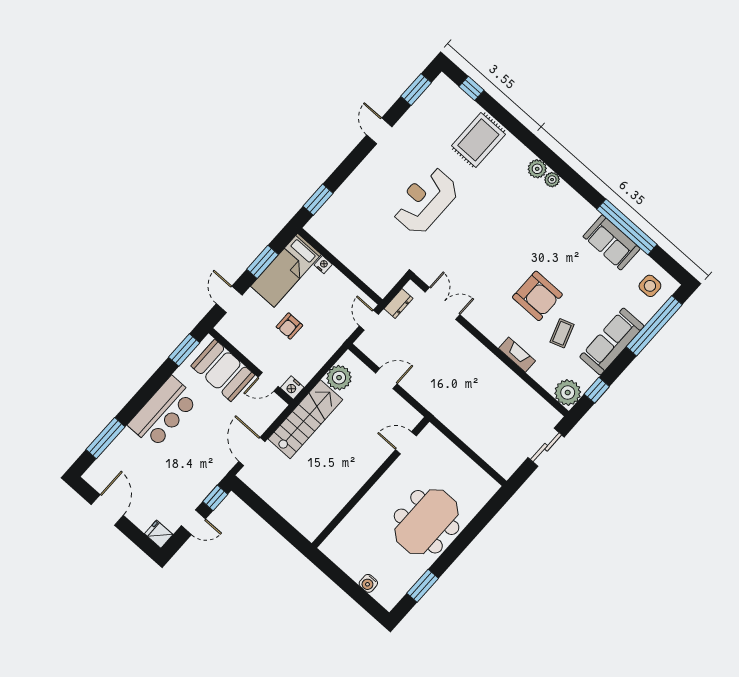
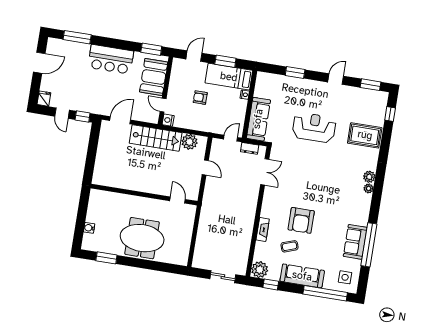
window: (318, 200) -> (295, 72), moved
sofa: (367, 267) -> (258, 119), added

